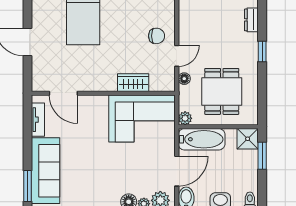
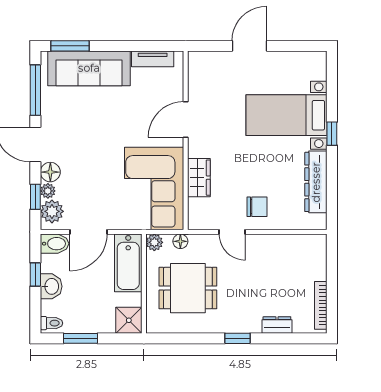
chair: (157, 36) -> (257, 207), turned -90
floor lamp: (184, 79) -> (180, 241), moved
door: (63, 93) -> (186, 119), moved
window: (262, 156) -> (81, 338), moved
door: (177, 171) -> (88, 232), hinge flipped

